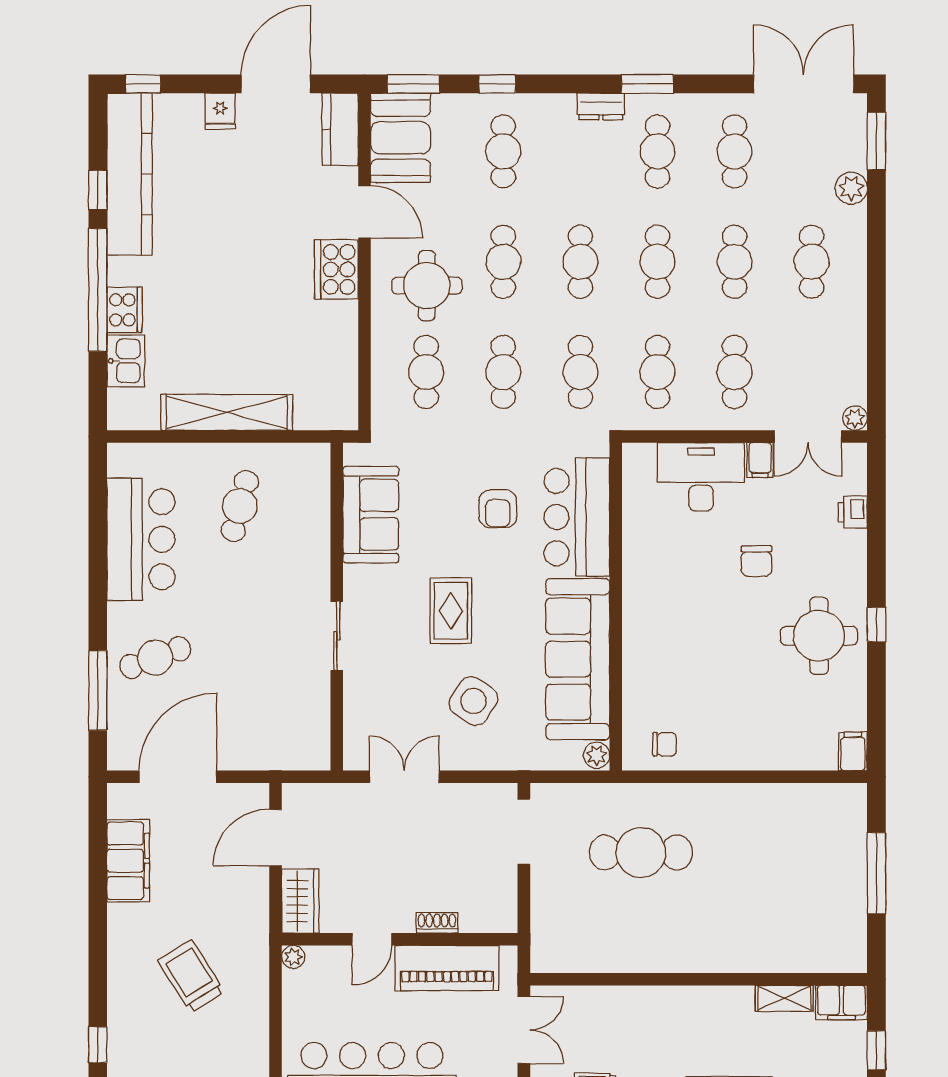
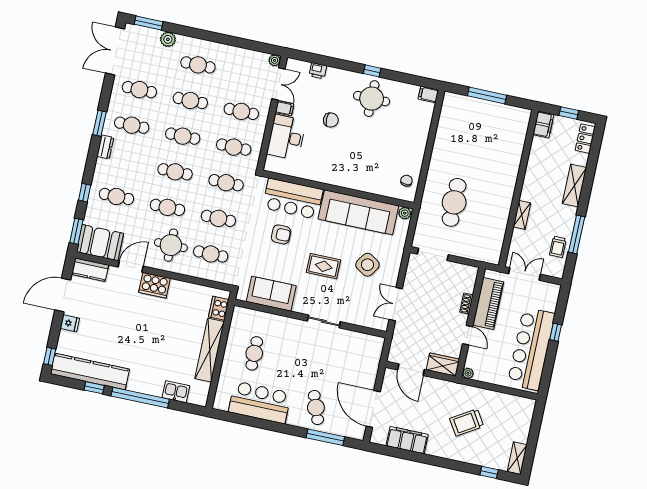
door: (276, 84) -> (63, 295), hinge flipped
cooker: (124, 310) -> (219, 308), moved, turned -90
cafe table: (240, 506) -> (254, 353), turned 75
shelving: (784, 998) -> (522, 215), moved

